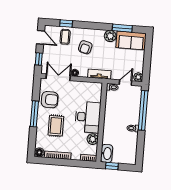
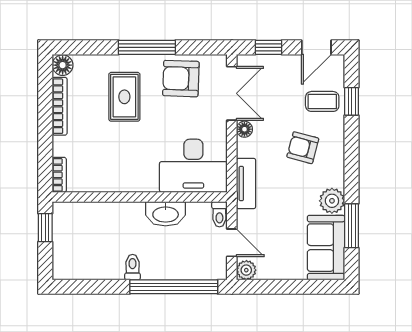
armchair: (50, 100) -> (181, 79), turned 92
desk: (88, 117) -> (193, 166), moved
rug: (56, 126) -> (124, 97), turned 90
plant: (93, 139) -> (101, 180), removed
washbasin: (107, 153) -> (166, 214), moved

